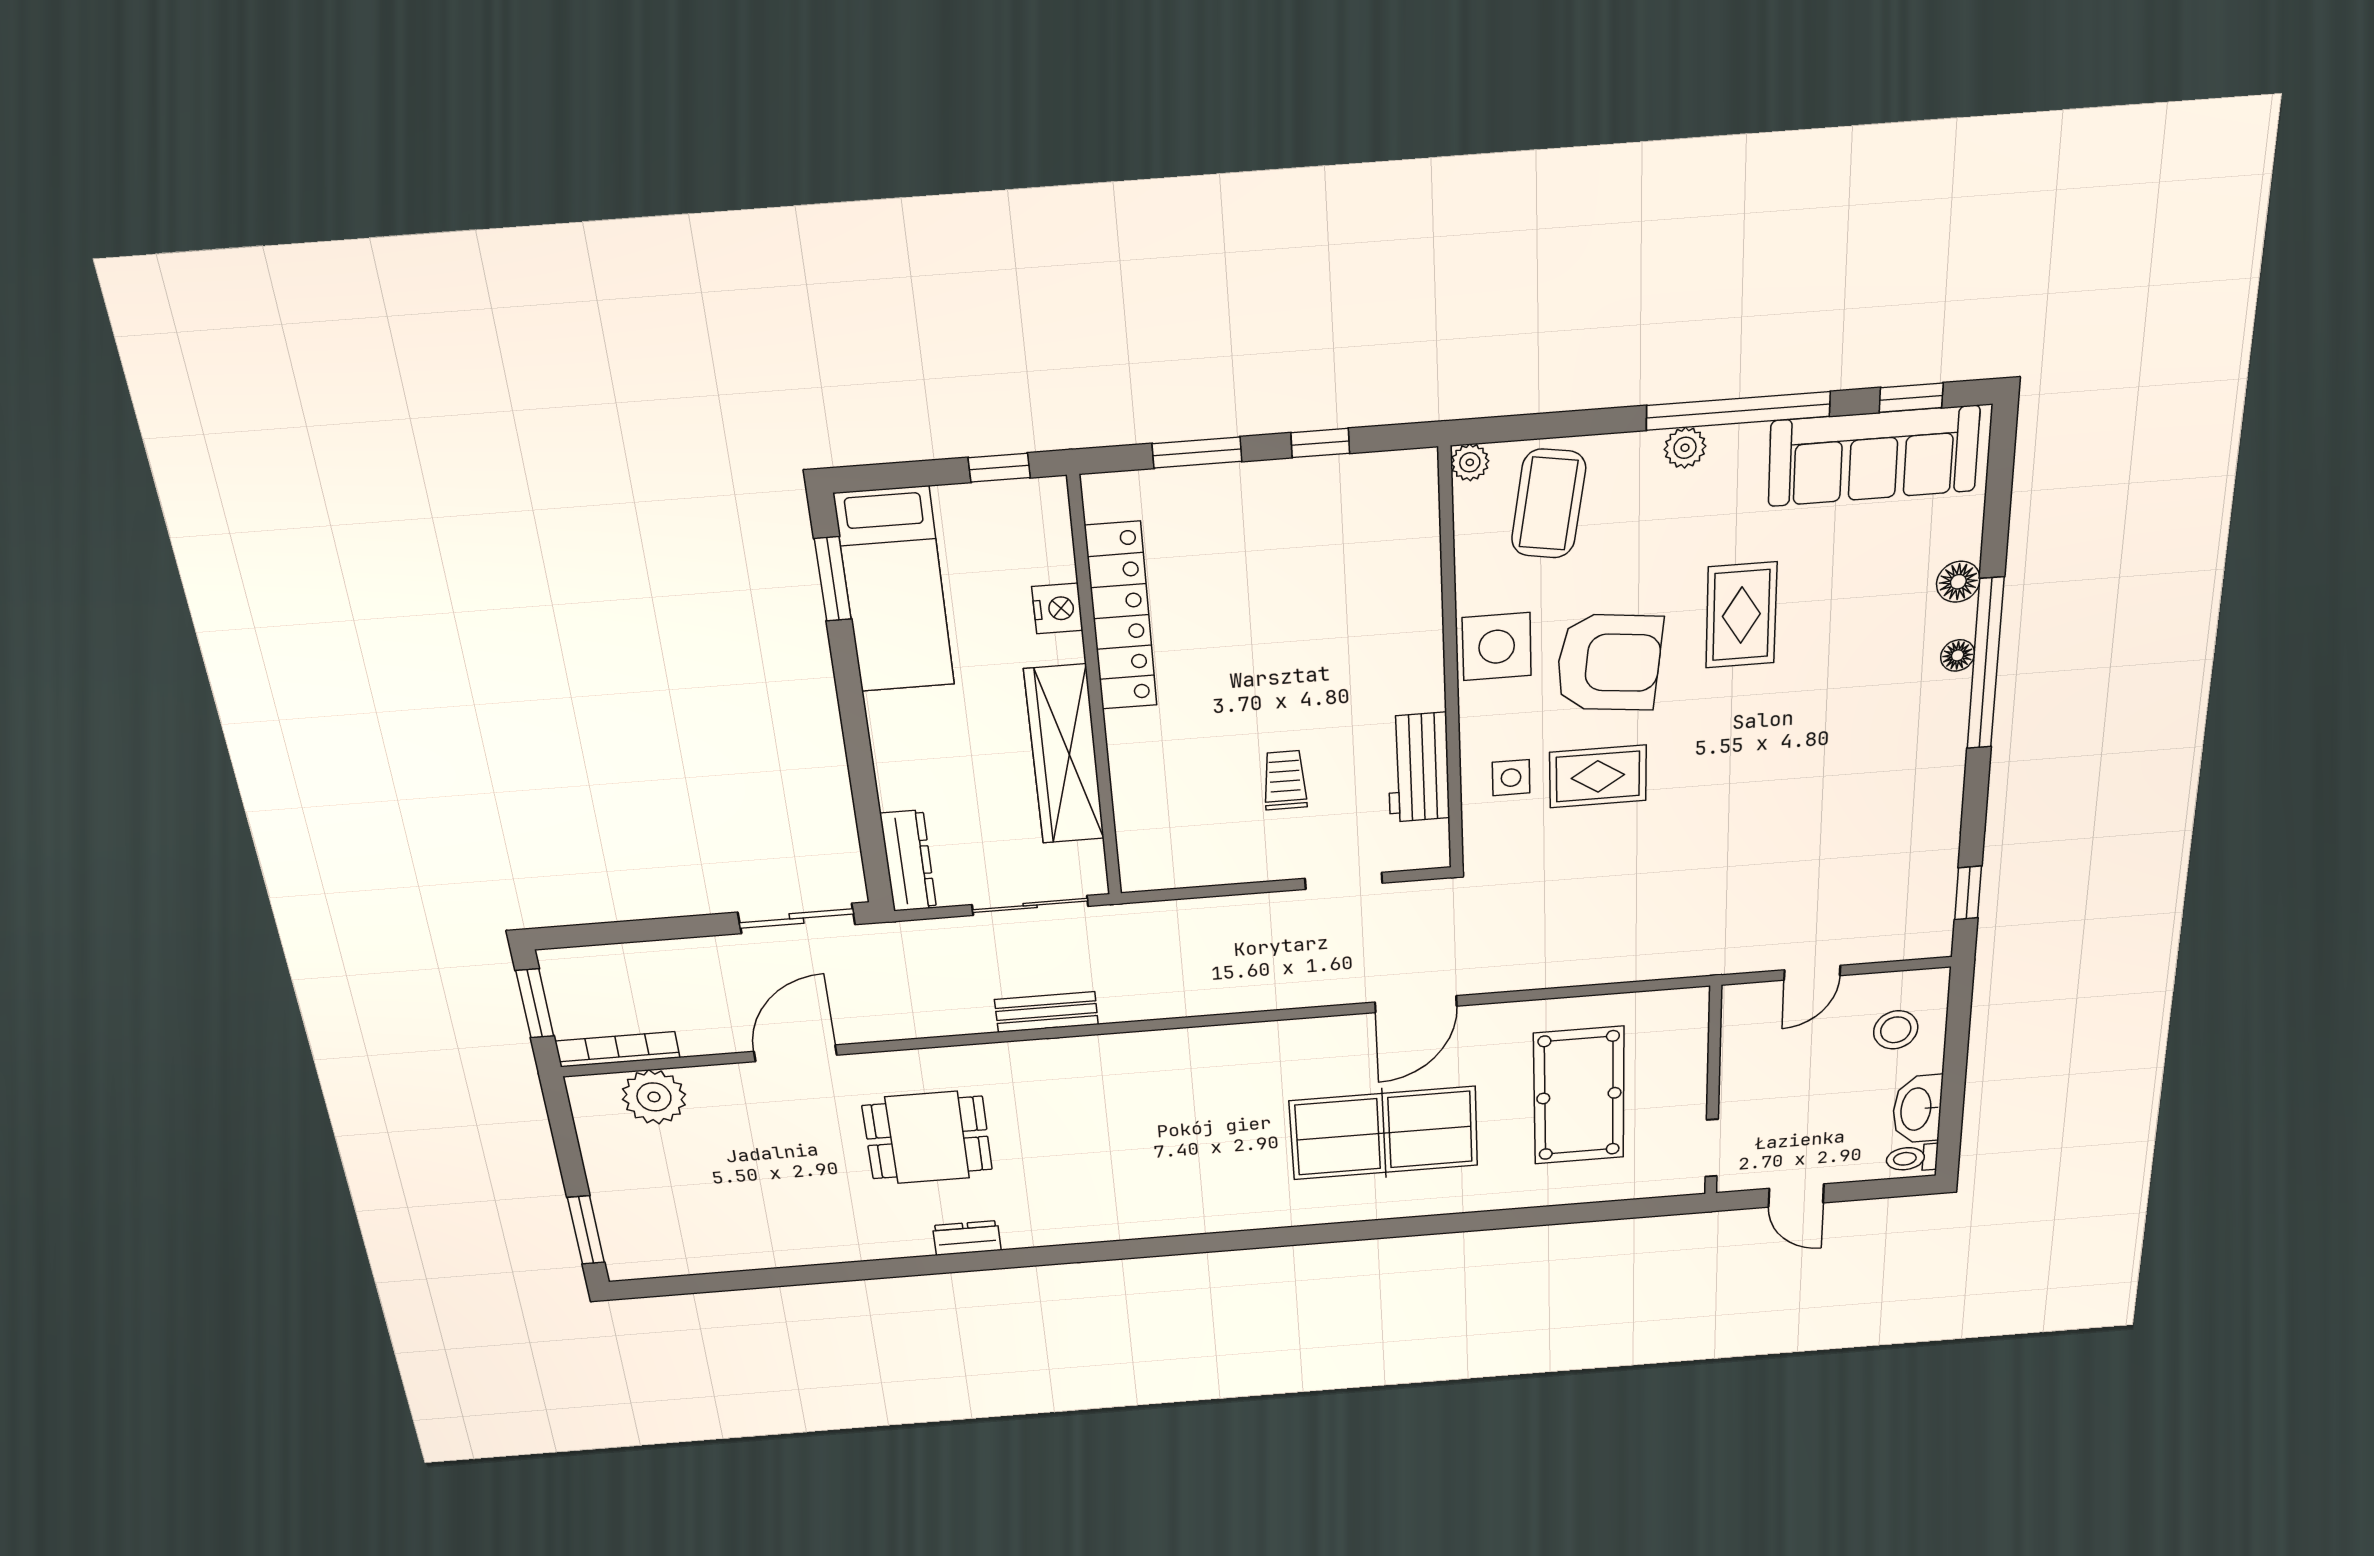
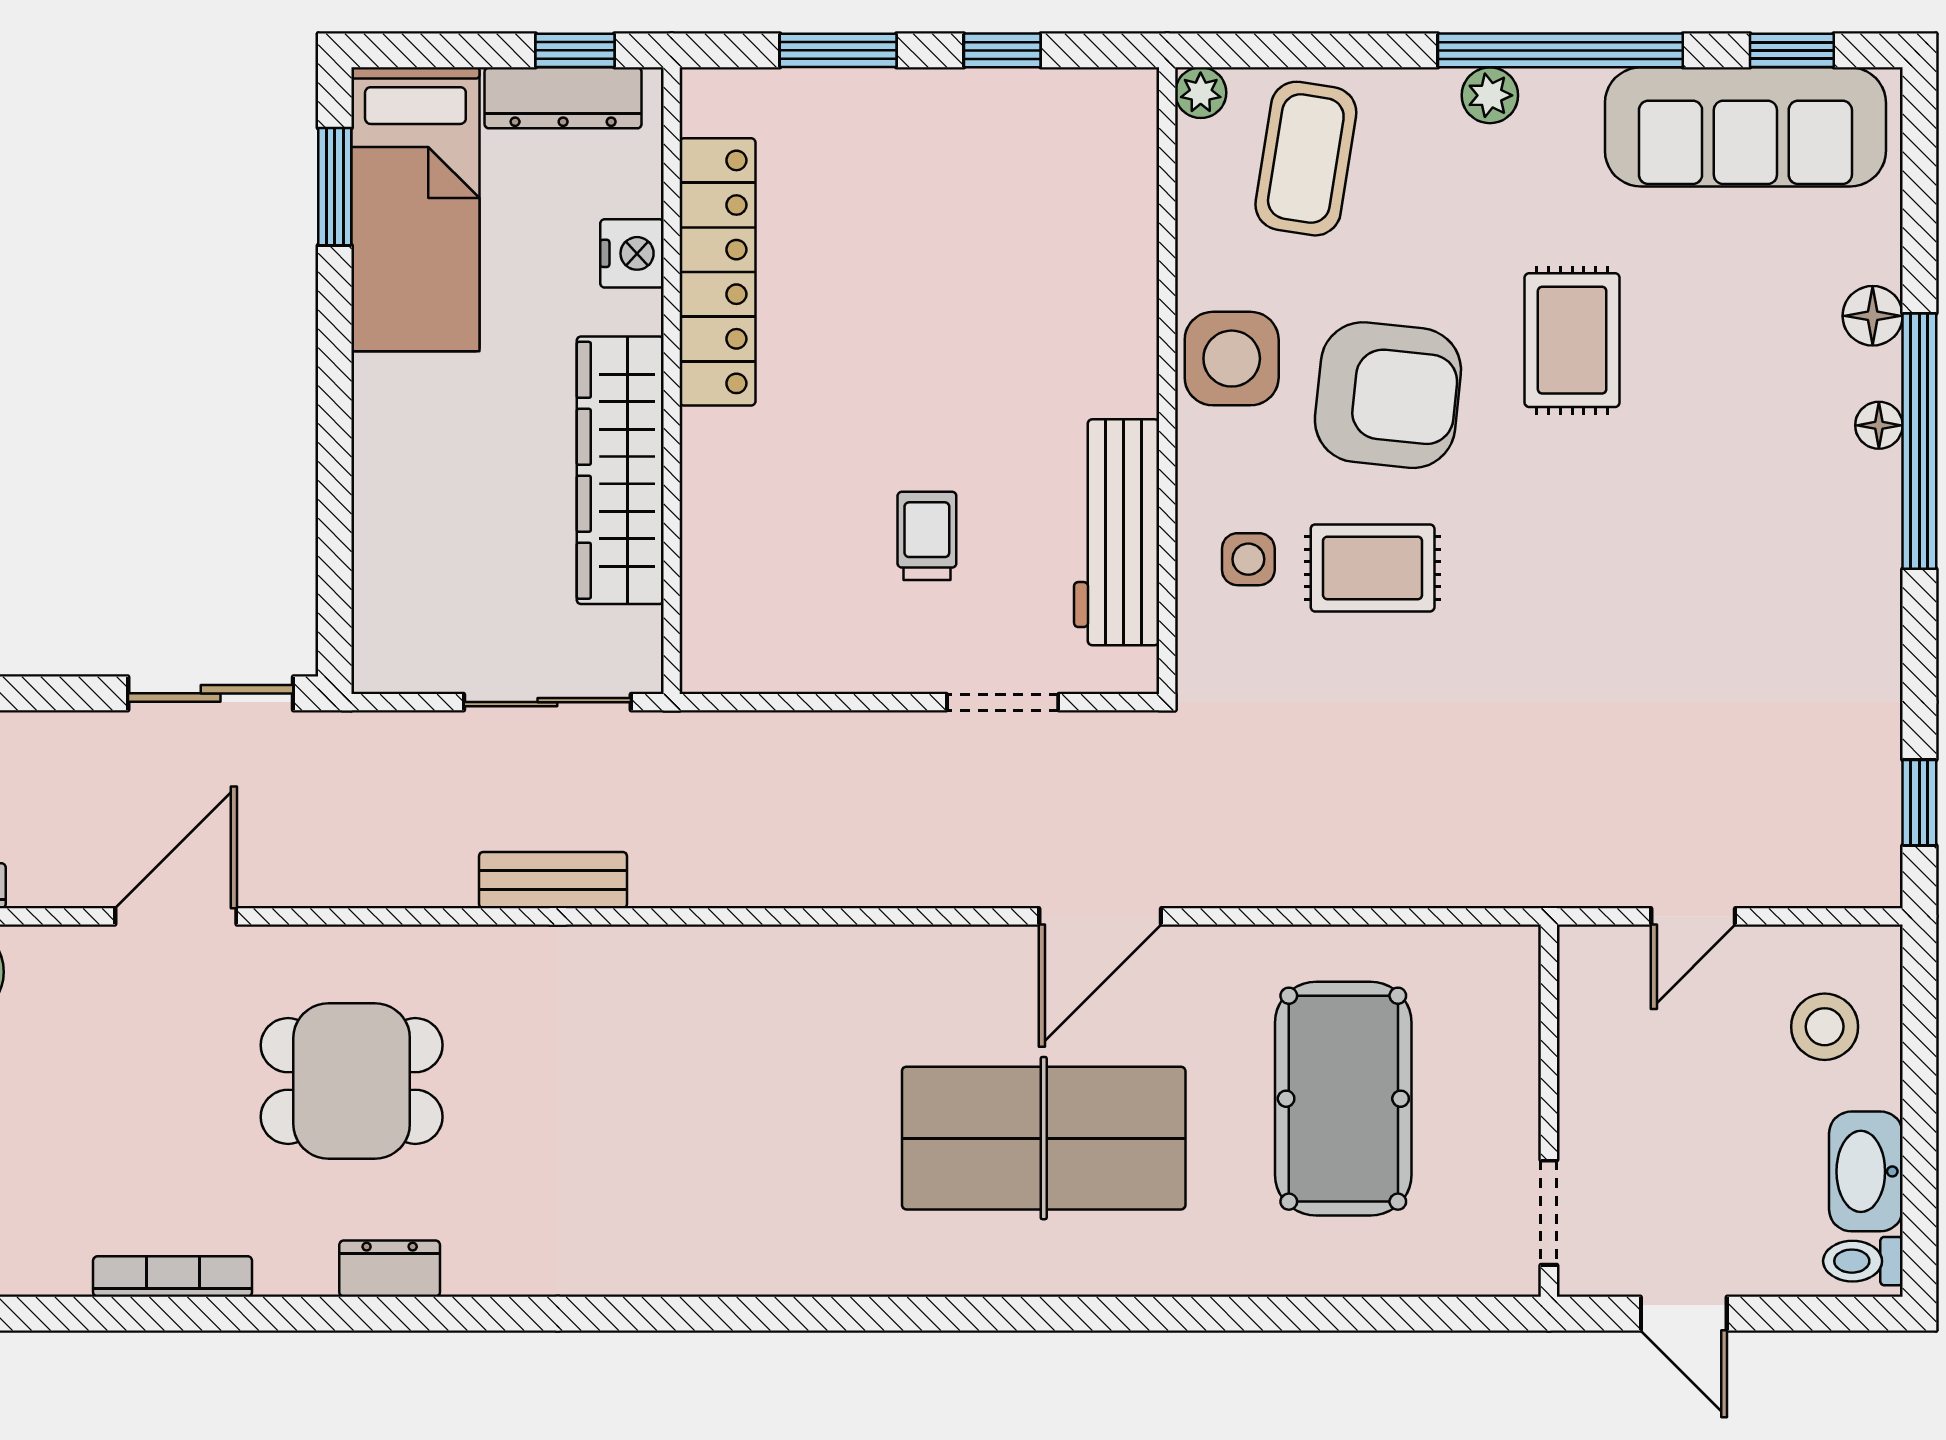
workbench: (1418, 768) -> (1117, 532), width x1.38
dresser: (908, 861) -> (563, 98), moved, turned 90
bookcase: (828, 1253) -> (173, 1276), added

